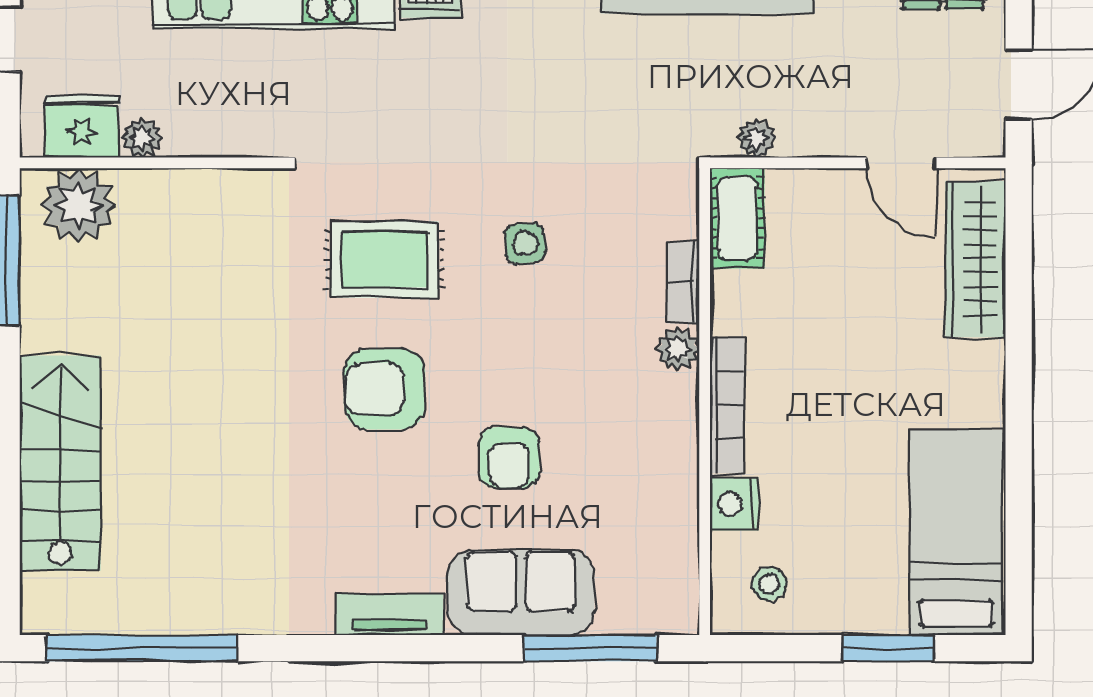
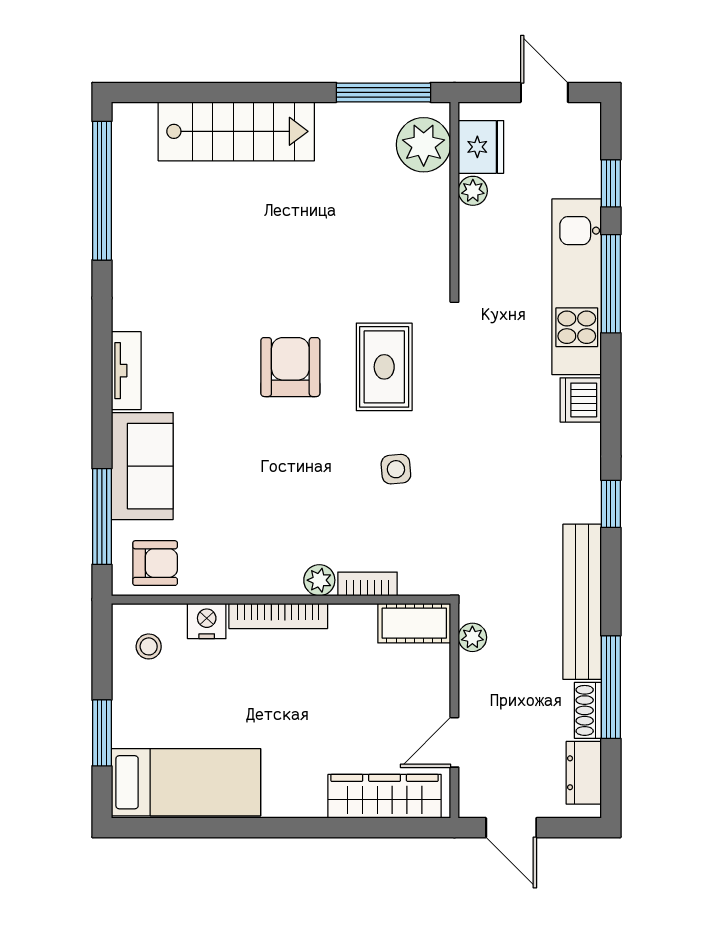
armchair: (509, 458) -> (155, 563), moved, turned 180

